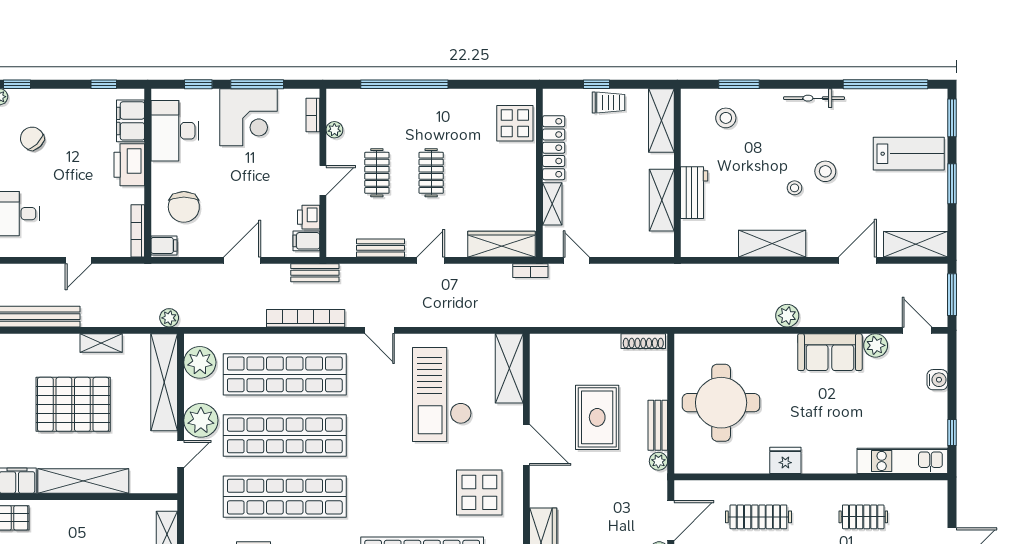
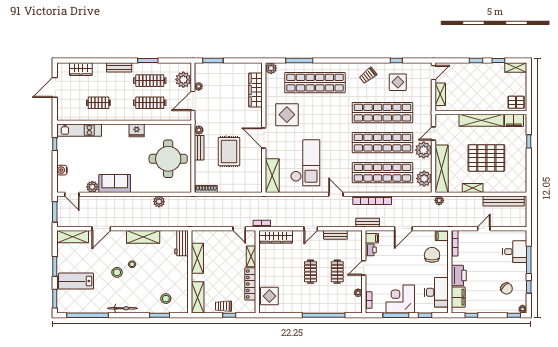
workbench: (694, 193) -> (181, 243), moved
plant: (787, 316) -> (159, 202), moved

